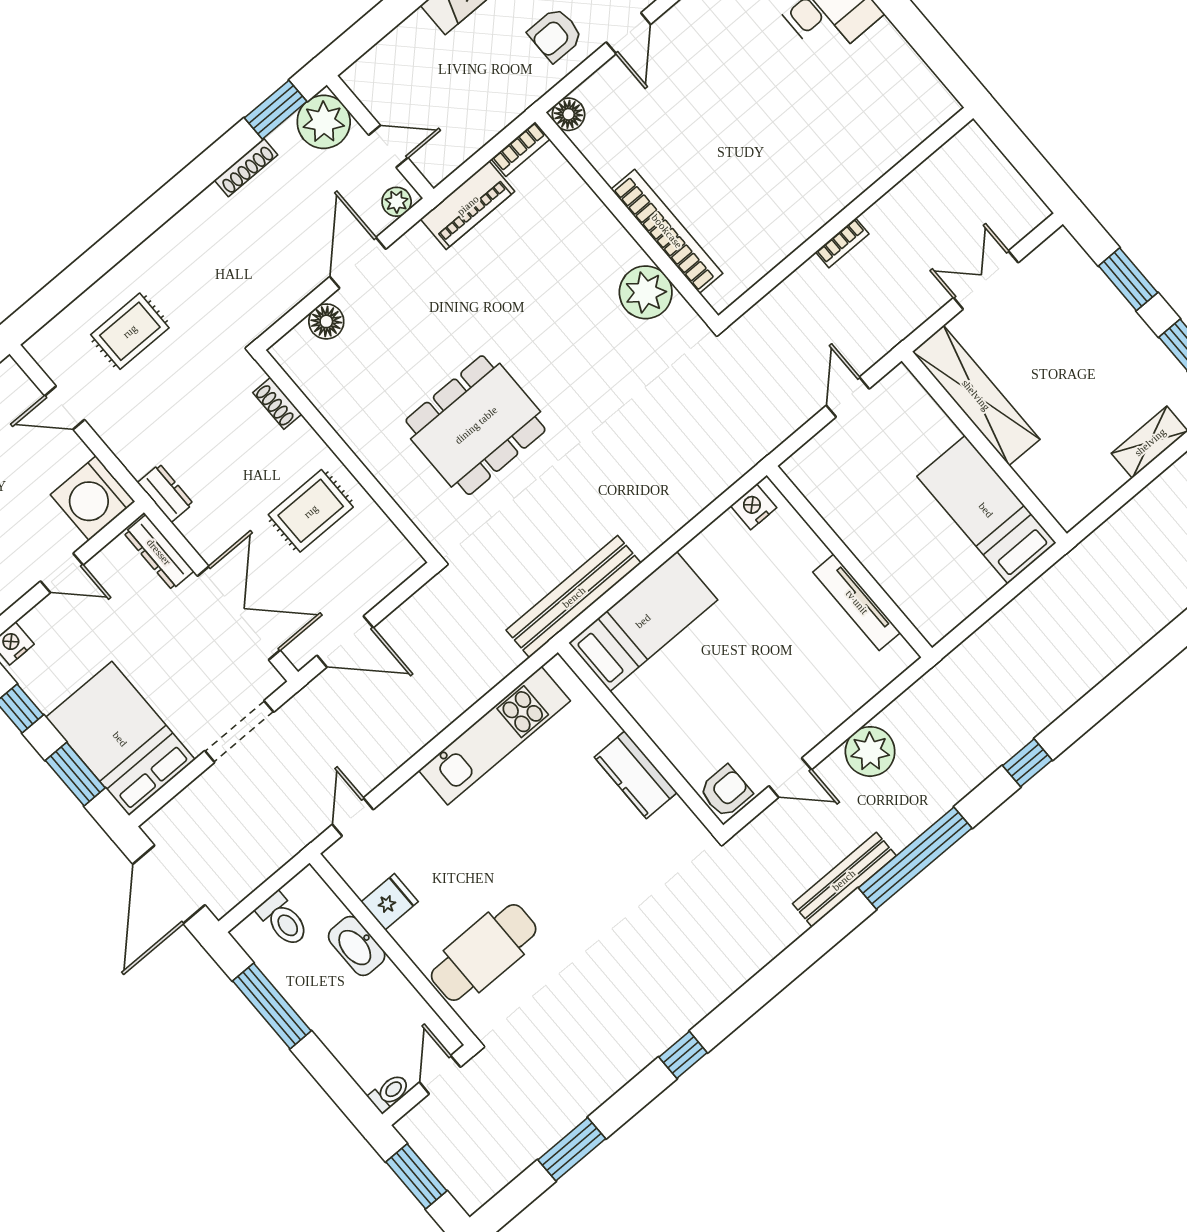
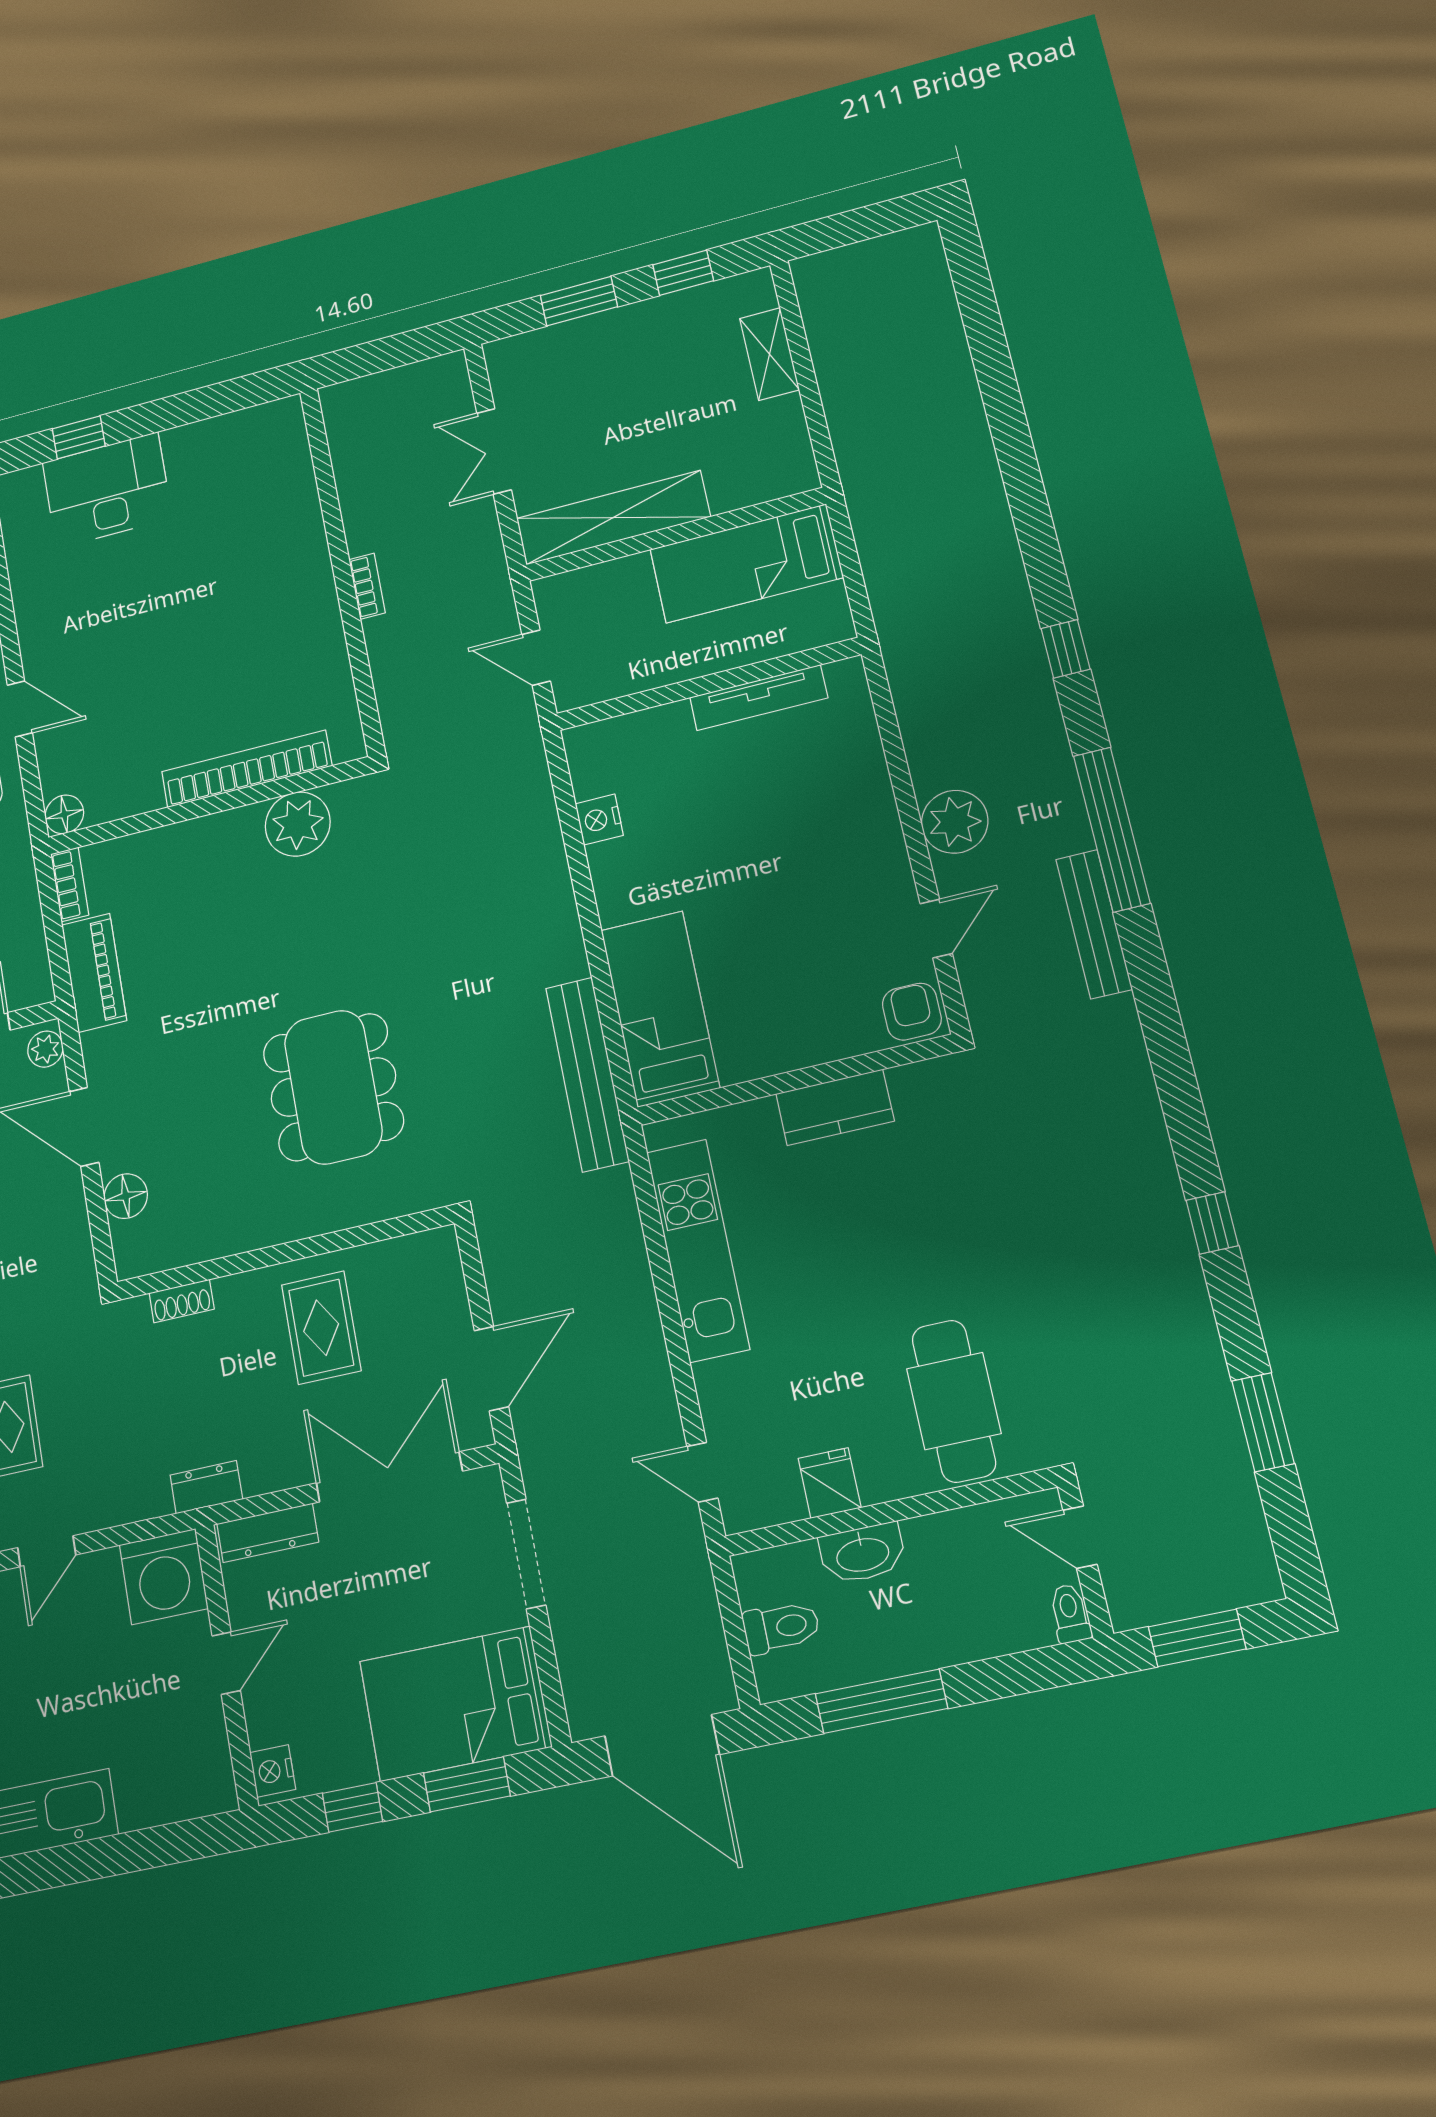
wall: (849, 562) -> (708, 684), moved
tv unit: (857, 602) -> (759, 698), moved

